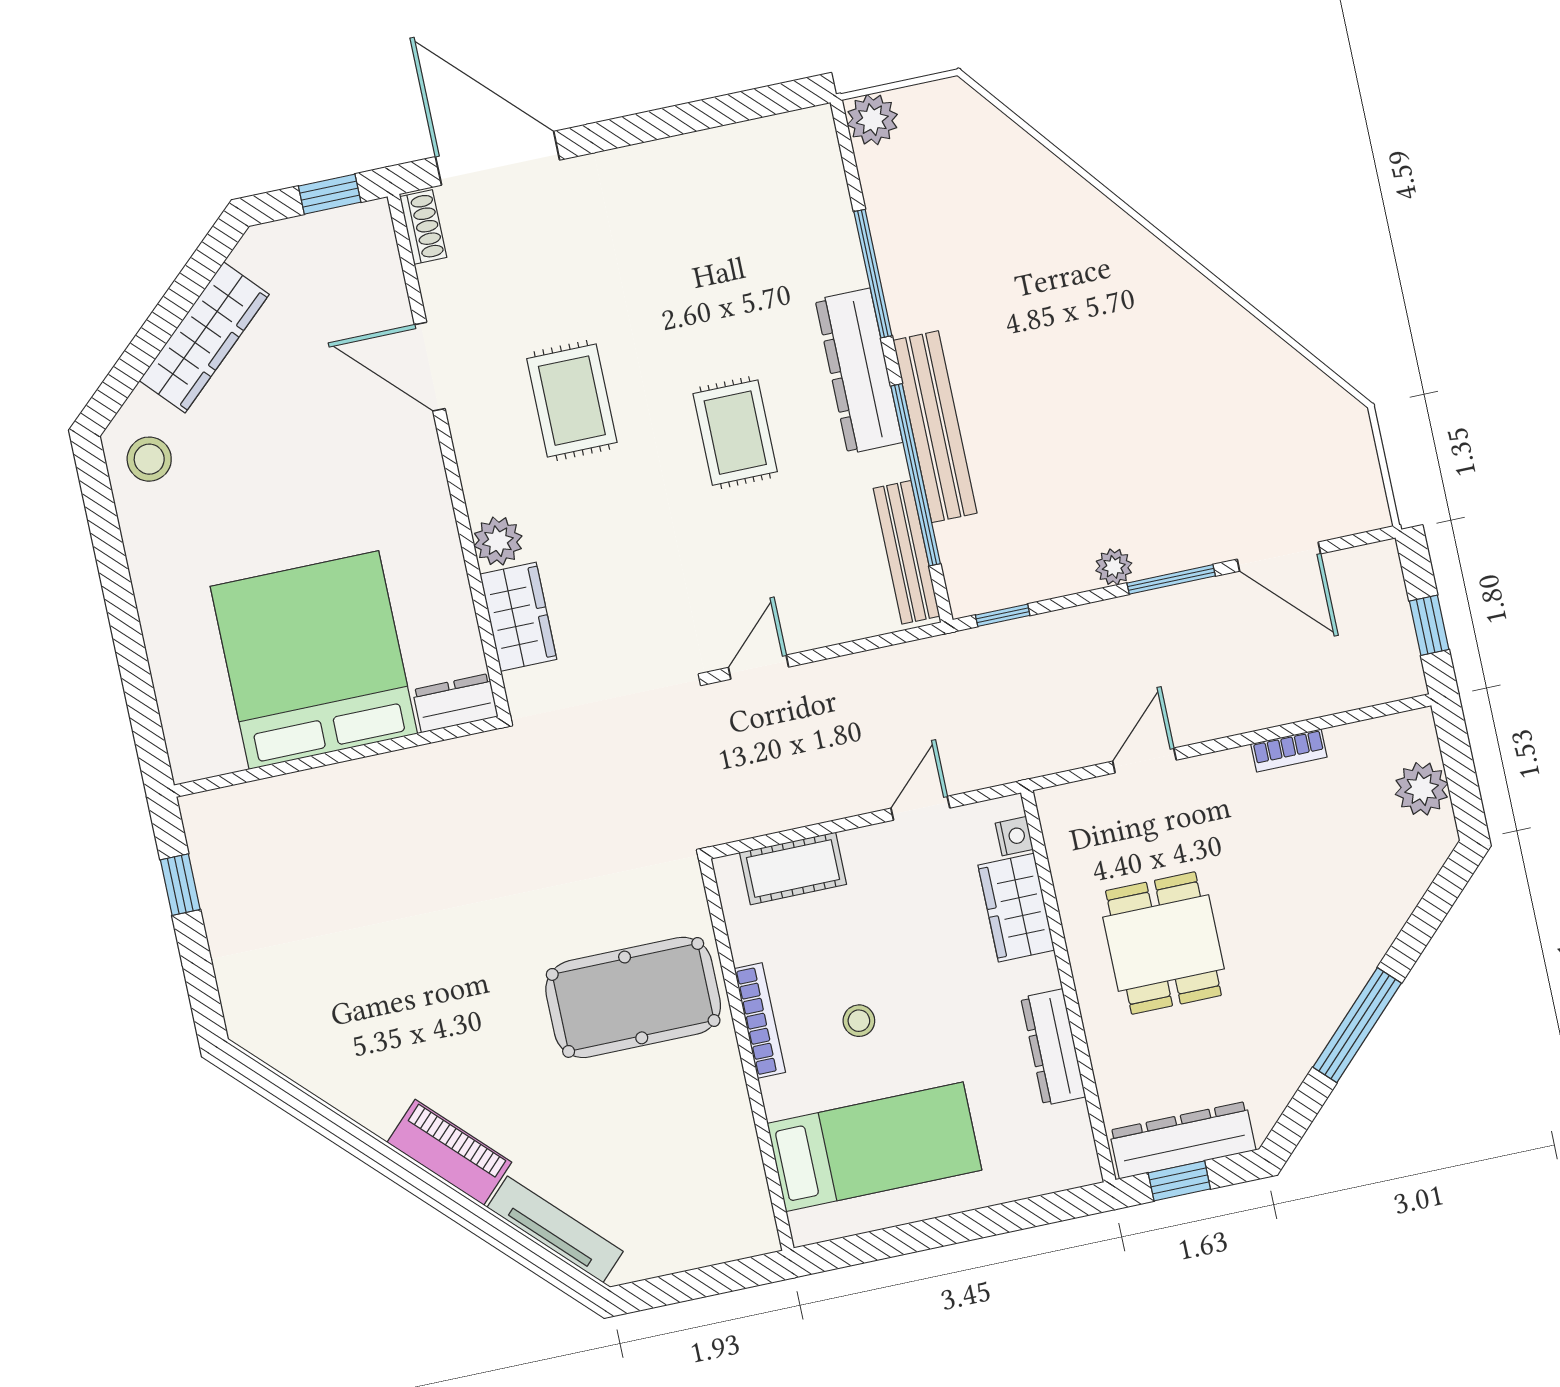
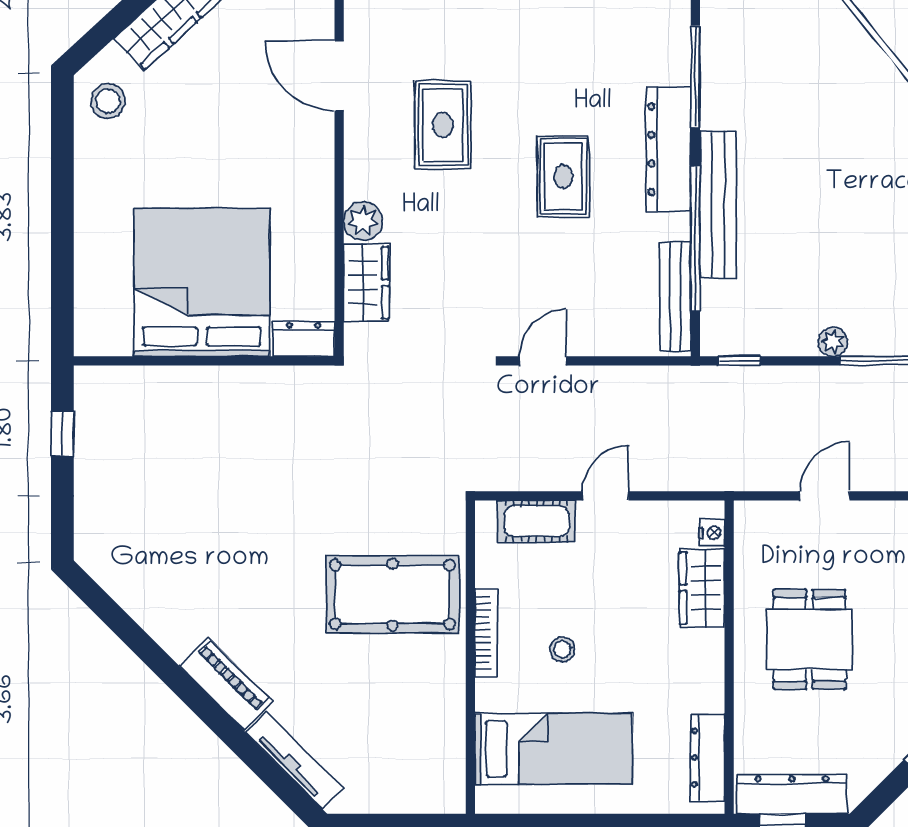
door: (920, 808) -> (606, 496), moved
dresser: (1053, 1047) -> (708, 758), moved

